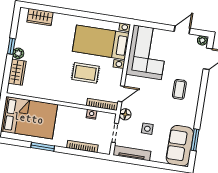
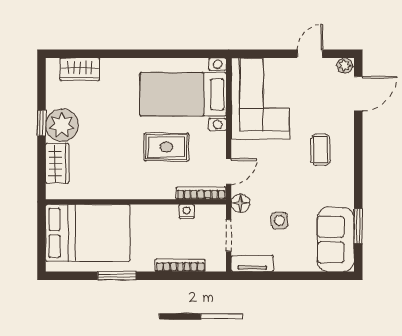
plant: (18, 53) -> (62, 125), width x1.88, depth x1.88
tv unit: (132, 153) -> (252, 264), width x0.71

